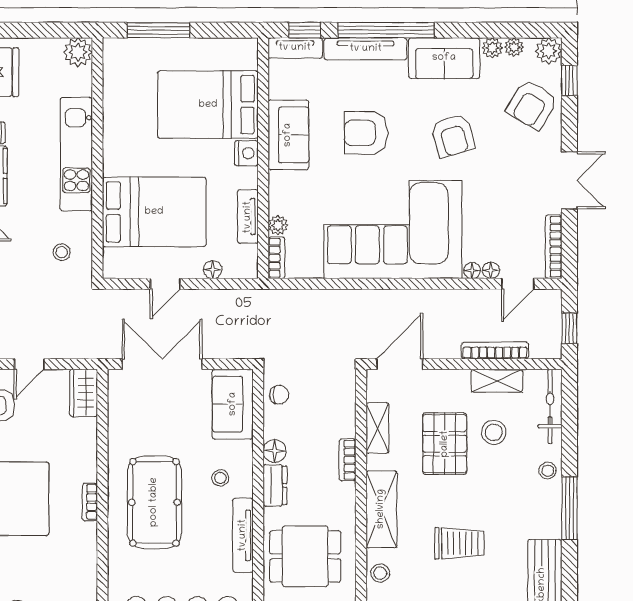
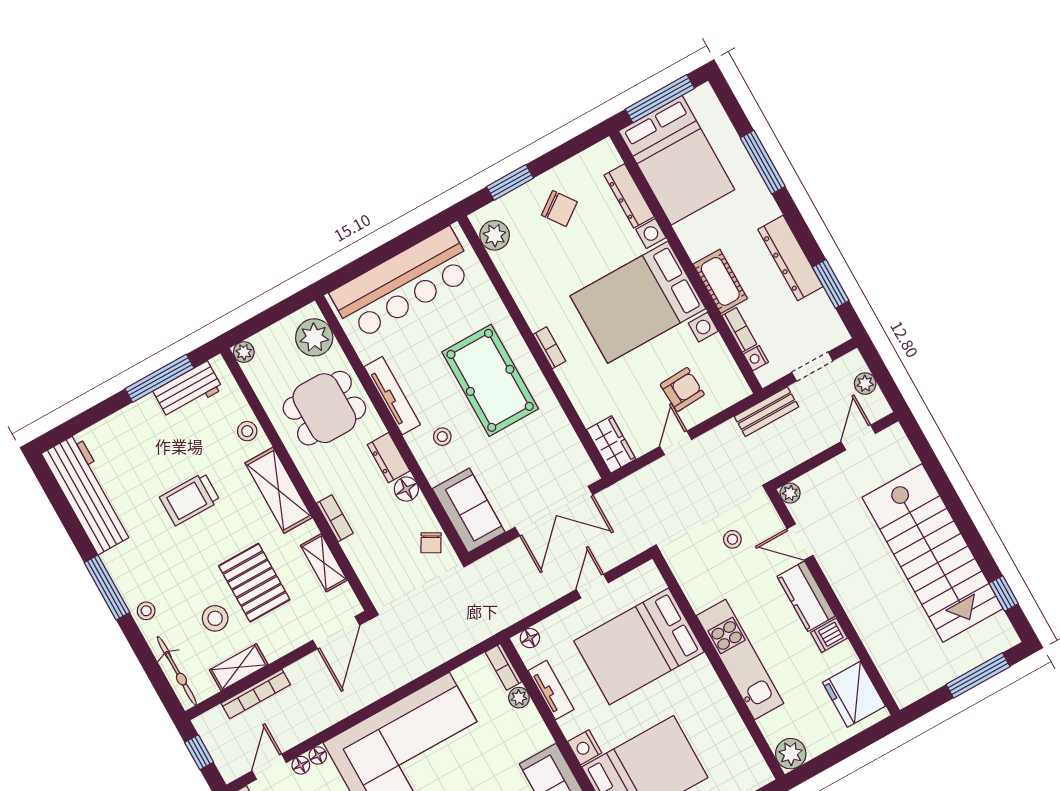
stool: (62, 252) -> (732, 539), moved
floor lamp: (213, 270) -> (530, 638), moved
chair: (279, 395) -> (431, 543), turned -60

